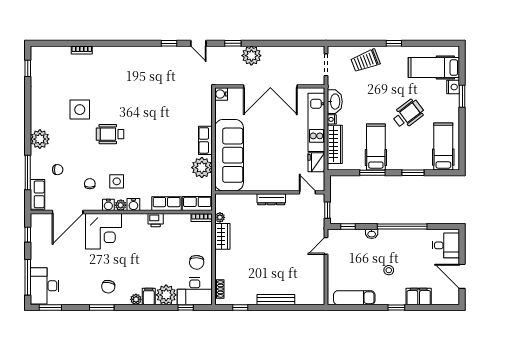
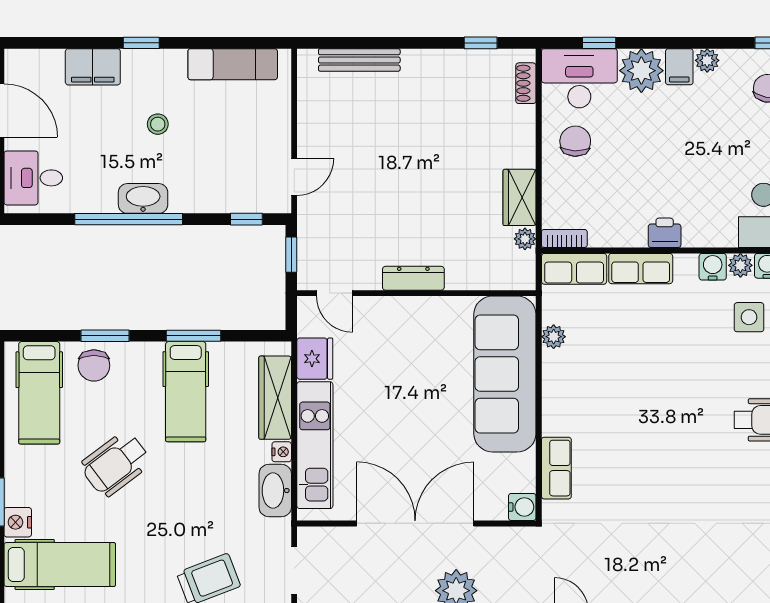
row of seats: (205, 140) -> (556, 468), moved
chair: (418, 159) -> (94, 365), added
plant: (202, 168) -> (554, 337), width x0.53, depth x0.53
washbasin: (372, 234) -> (143, 198), moved, width x1.91, depth x1.45
bench: (276, 300) -> (359, 60), moved

